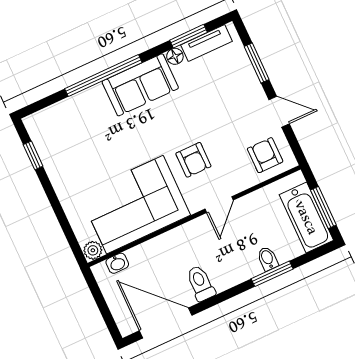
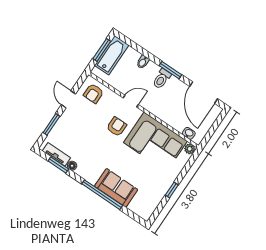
sofa: (140, 85) -> (116, 188), moved
window: (33, 155) -> (172, 190), moved
window: (272, 274) -> (170, 70), moved
toilet: (201, 283) -> (162, 79), moved

